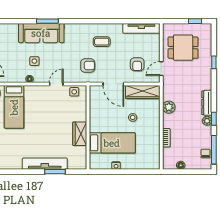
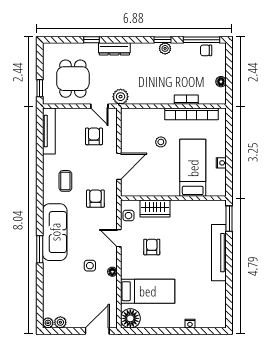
window: (195, 21) -> (40, 88), moved
sofa: (41, 33) -> (55, 232), moved
armchair: (137, 64) -> (94, 136), turned -90
wardrobe: (143, 92) -> (129, 129), removed
dresser: (207, 103) -> (114, 49), moved
plant: (169, 107) -> (121, 97), moved
armchair: (49, 110) -> (152, 247), added
wardrobe: (80, 134) -> (155, 208), moved
bookcase: (155, 142) -> (191, 114), added
window: (55, 172) -> (229, 219), moved

